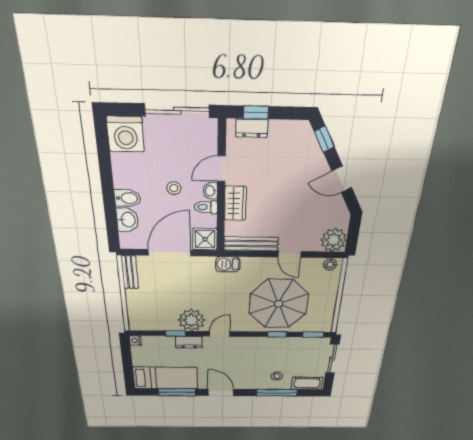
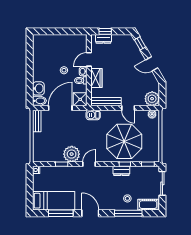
sliding door: (177, 111) -> (67, 31), removed
washing machine: (125, 134) -> (41, 43), removed
bidet: (128, 198) -> (39, 101), moved
dresser: (189, 342) -> (121, 171), moved

